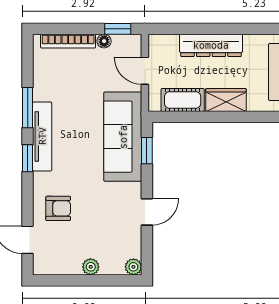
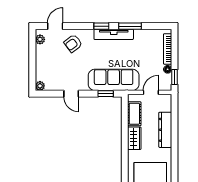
armchair: (58, 208) -> (73, 43), turned 53
plant: (91, 267) -> (40, 39), moved

